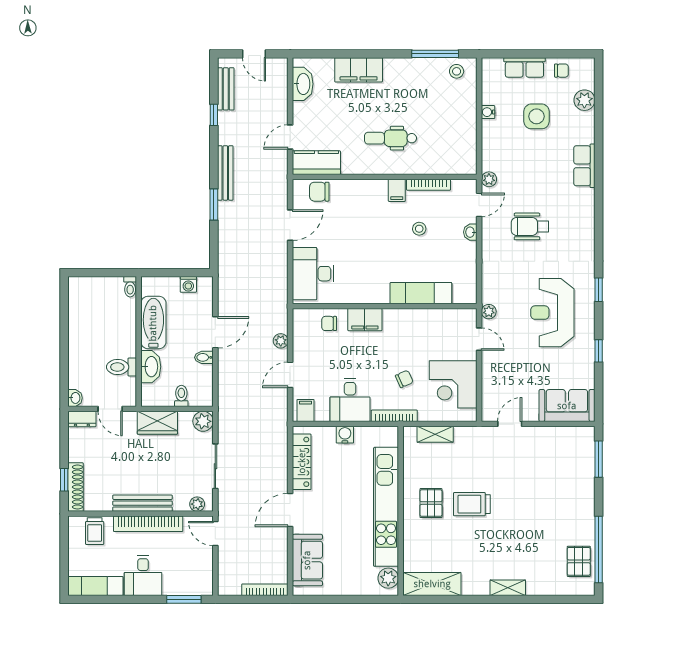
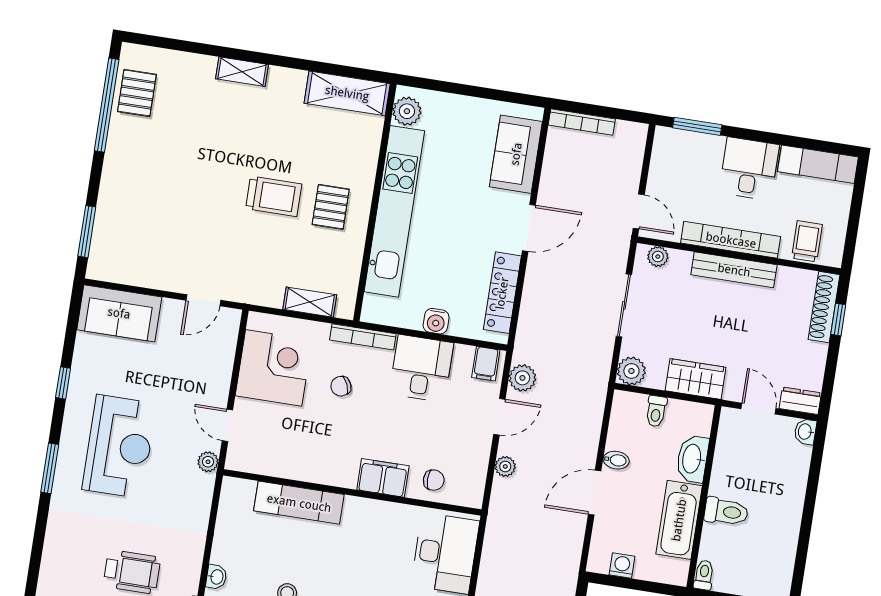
window: (599, 290) -> (50, 468), width x1.50
toilet: (121, 367) -> (726, 512), moved
plant: (278, 405) -> (522, 378), added

